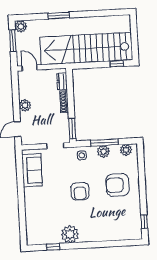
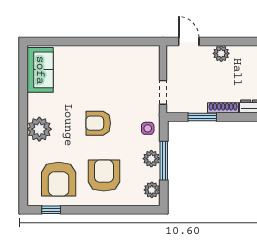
window: (72, 129) -> (202, 117), moved
sofa: (32, 170) -> (40, 70), moved, turned -90
armchair: (122, 218) -> (59, 179), added
plant: (70, 234) -> (39, 129), moved
window: (53, 247) -> (23, 82), removed

